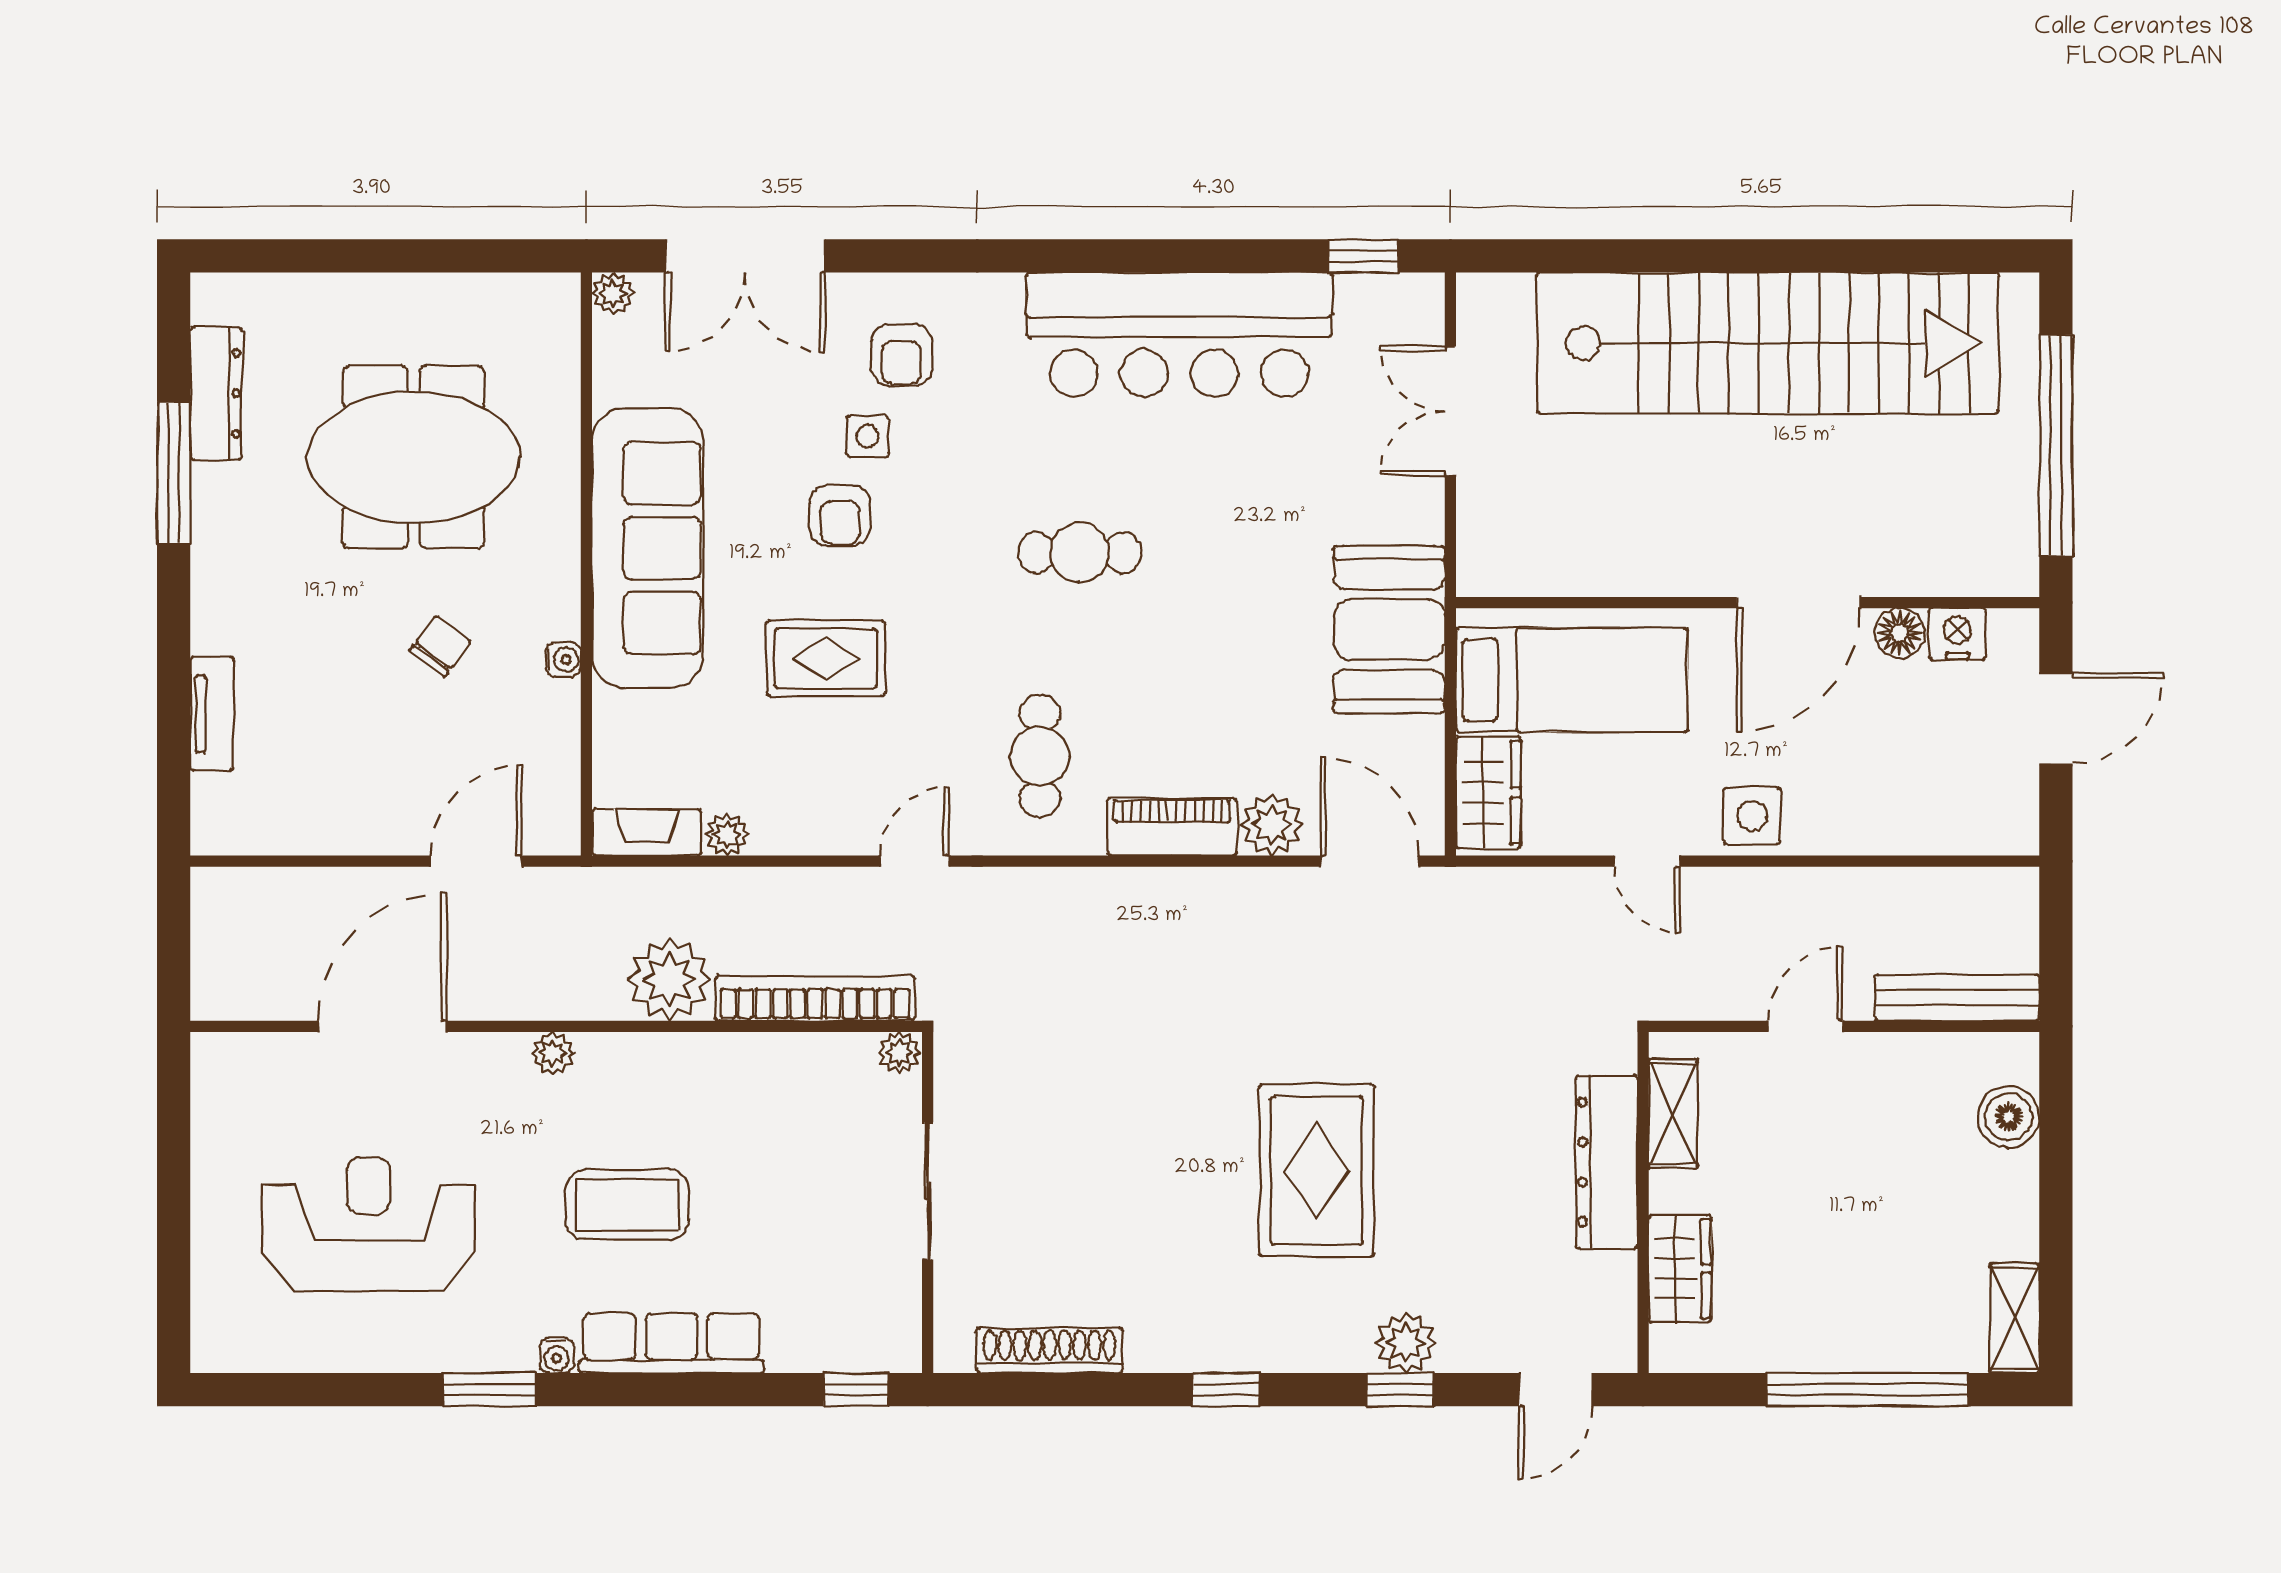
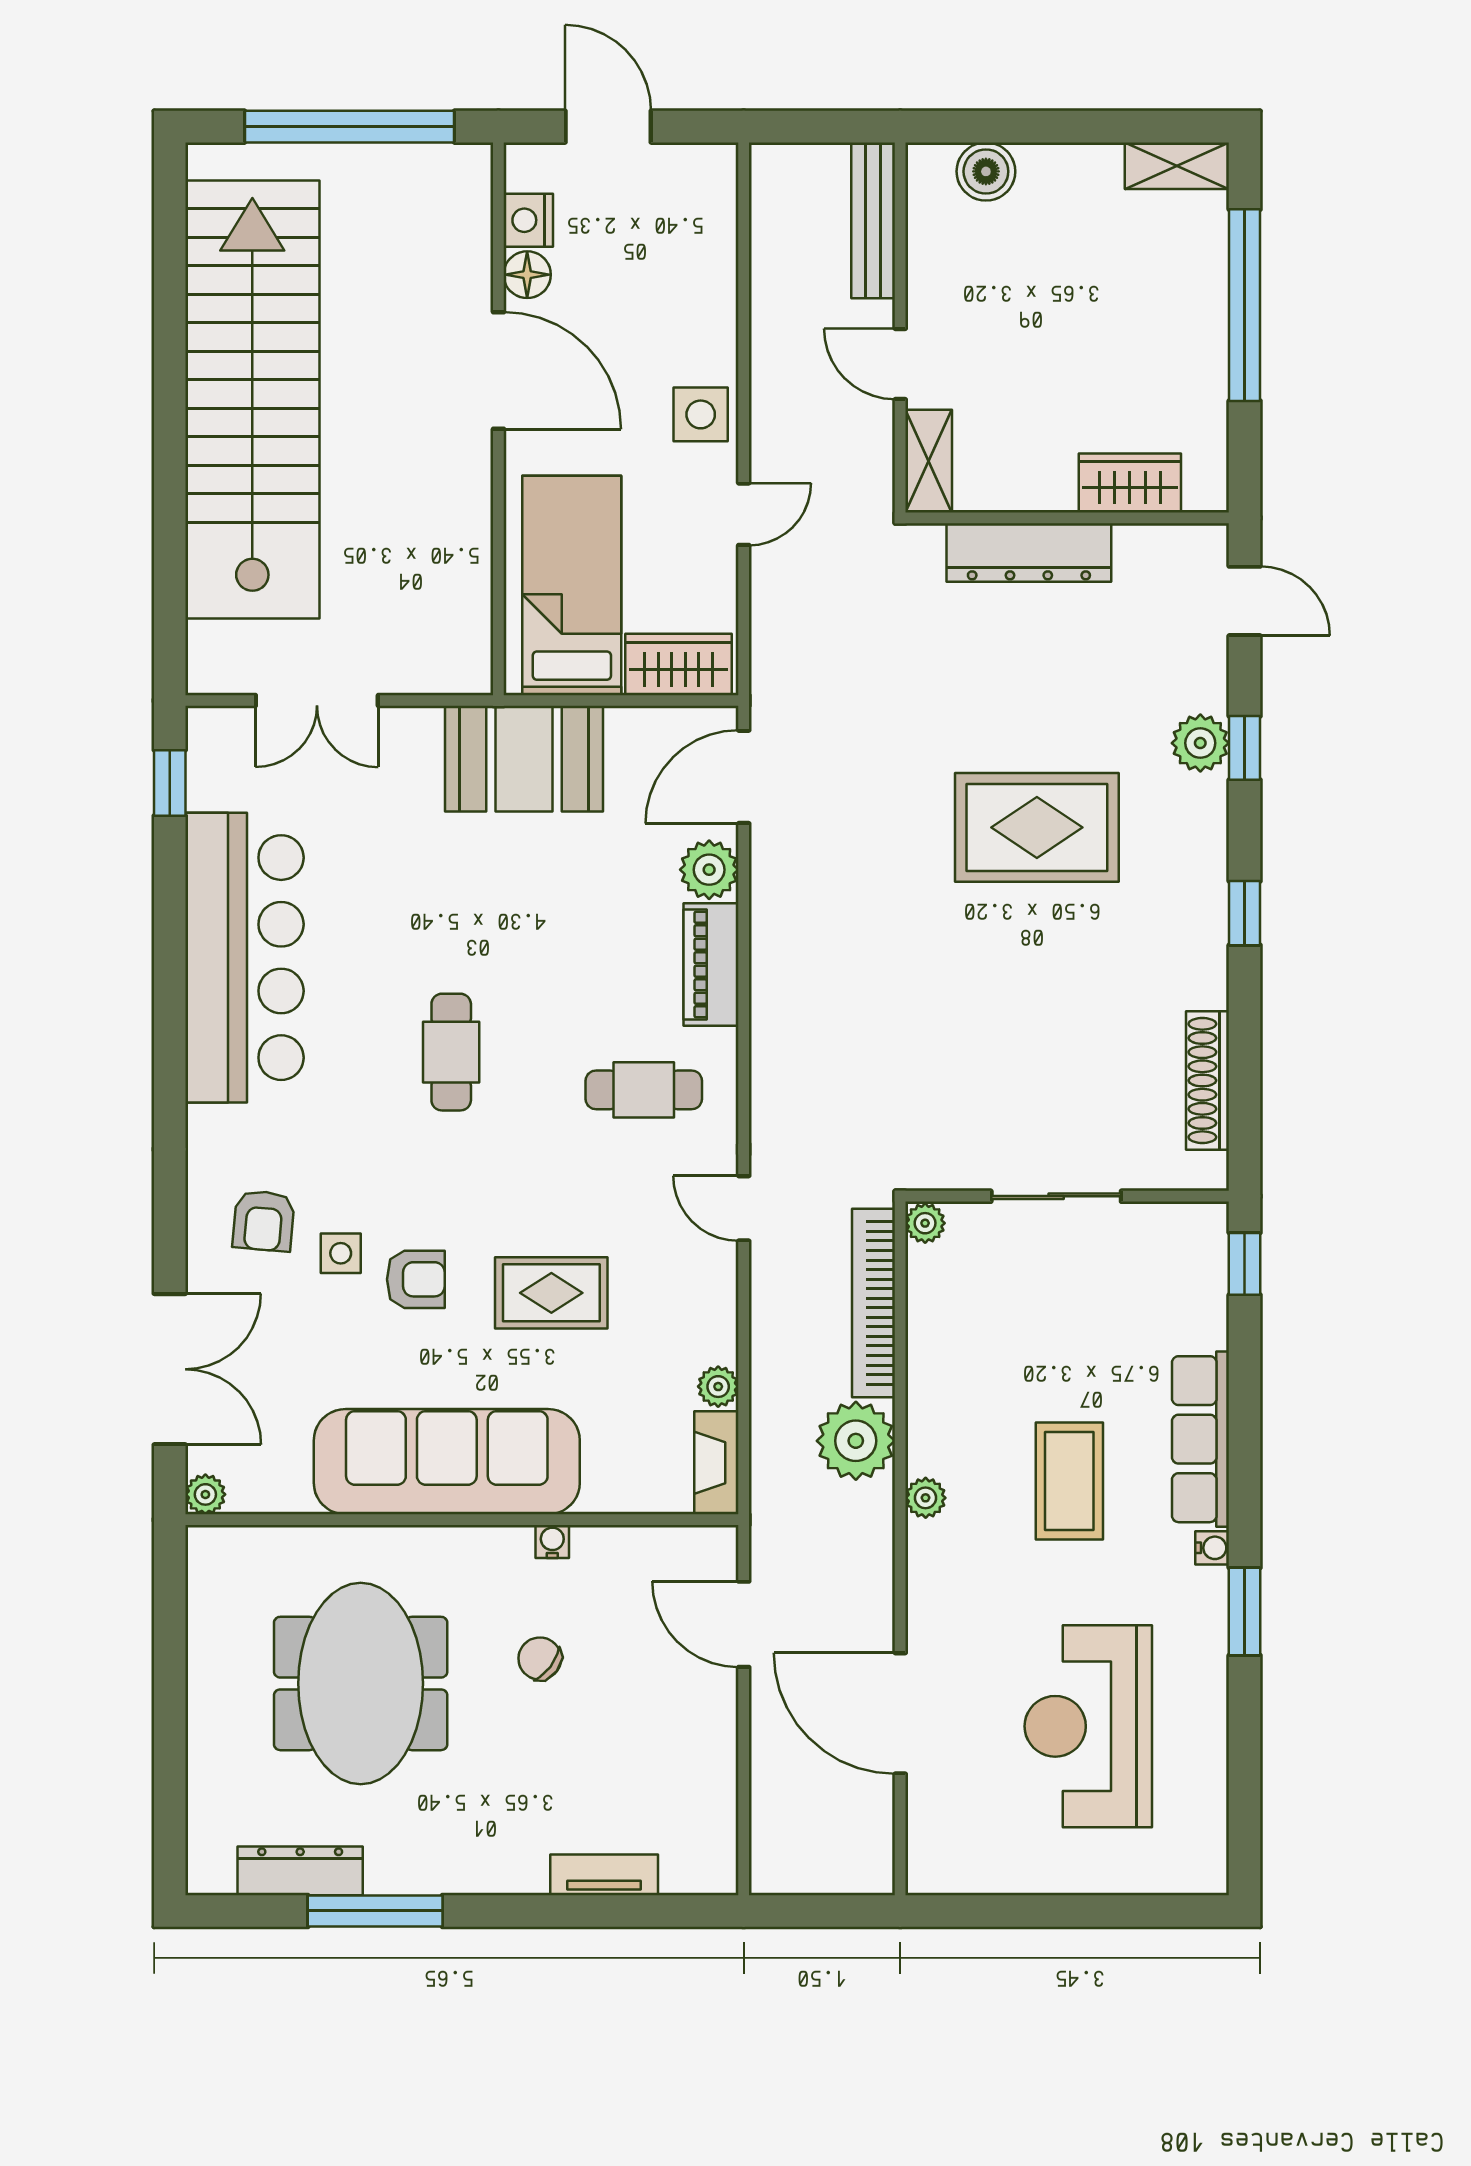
armchair: (902, 355) -> (264, 1221), turned 95
rug: (826, 658) -> (551, 1293), turned 90
plant: (553, 1053) -> (926, 1498), moved
shelving: (1673, 1114) -> (929, 461), moved, turned 90

